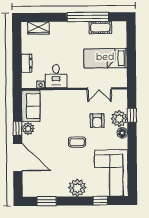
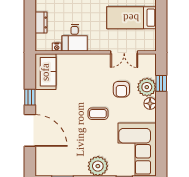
plant: (28, 129) -> (42, 98), removed

